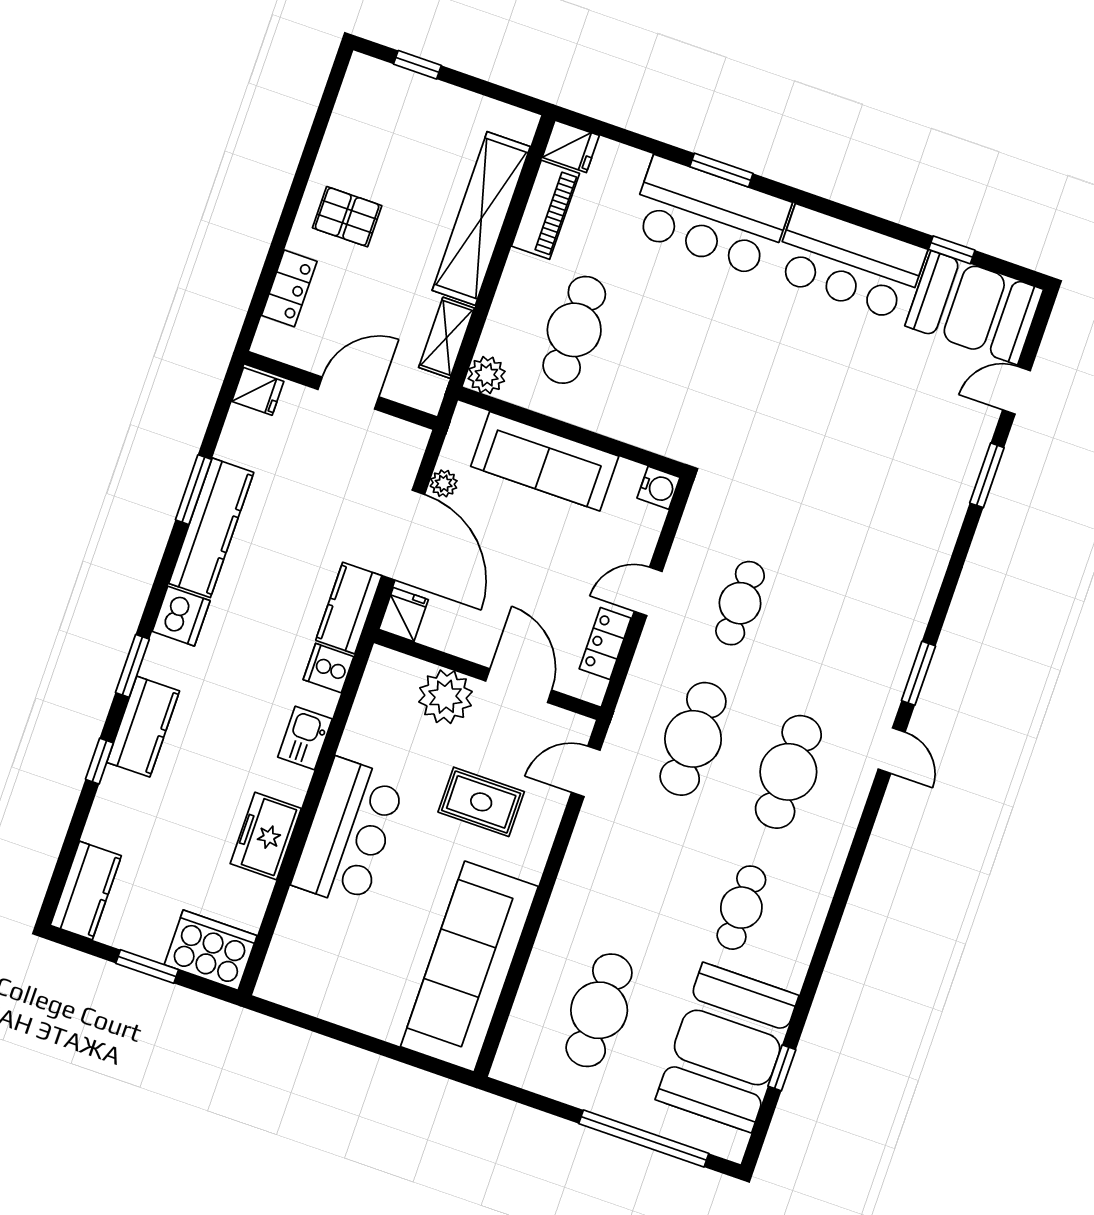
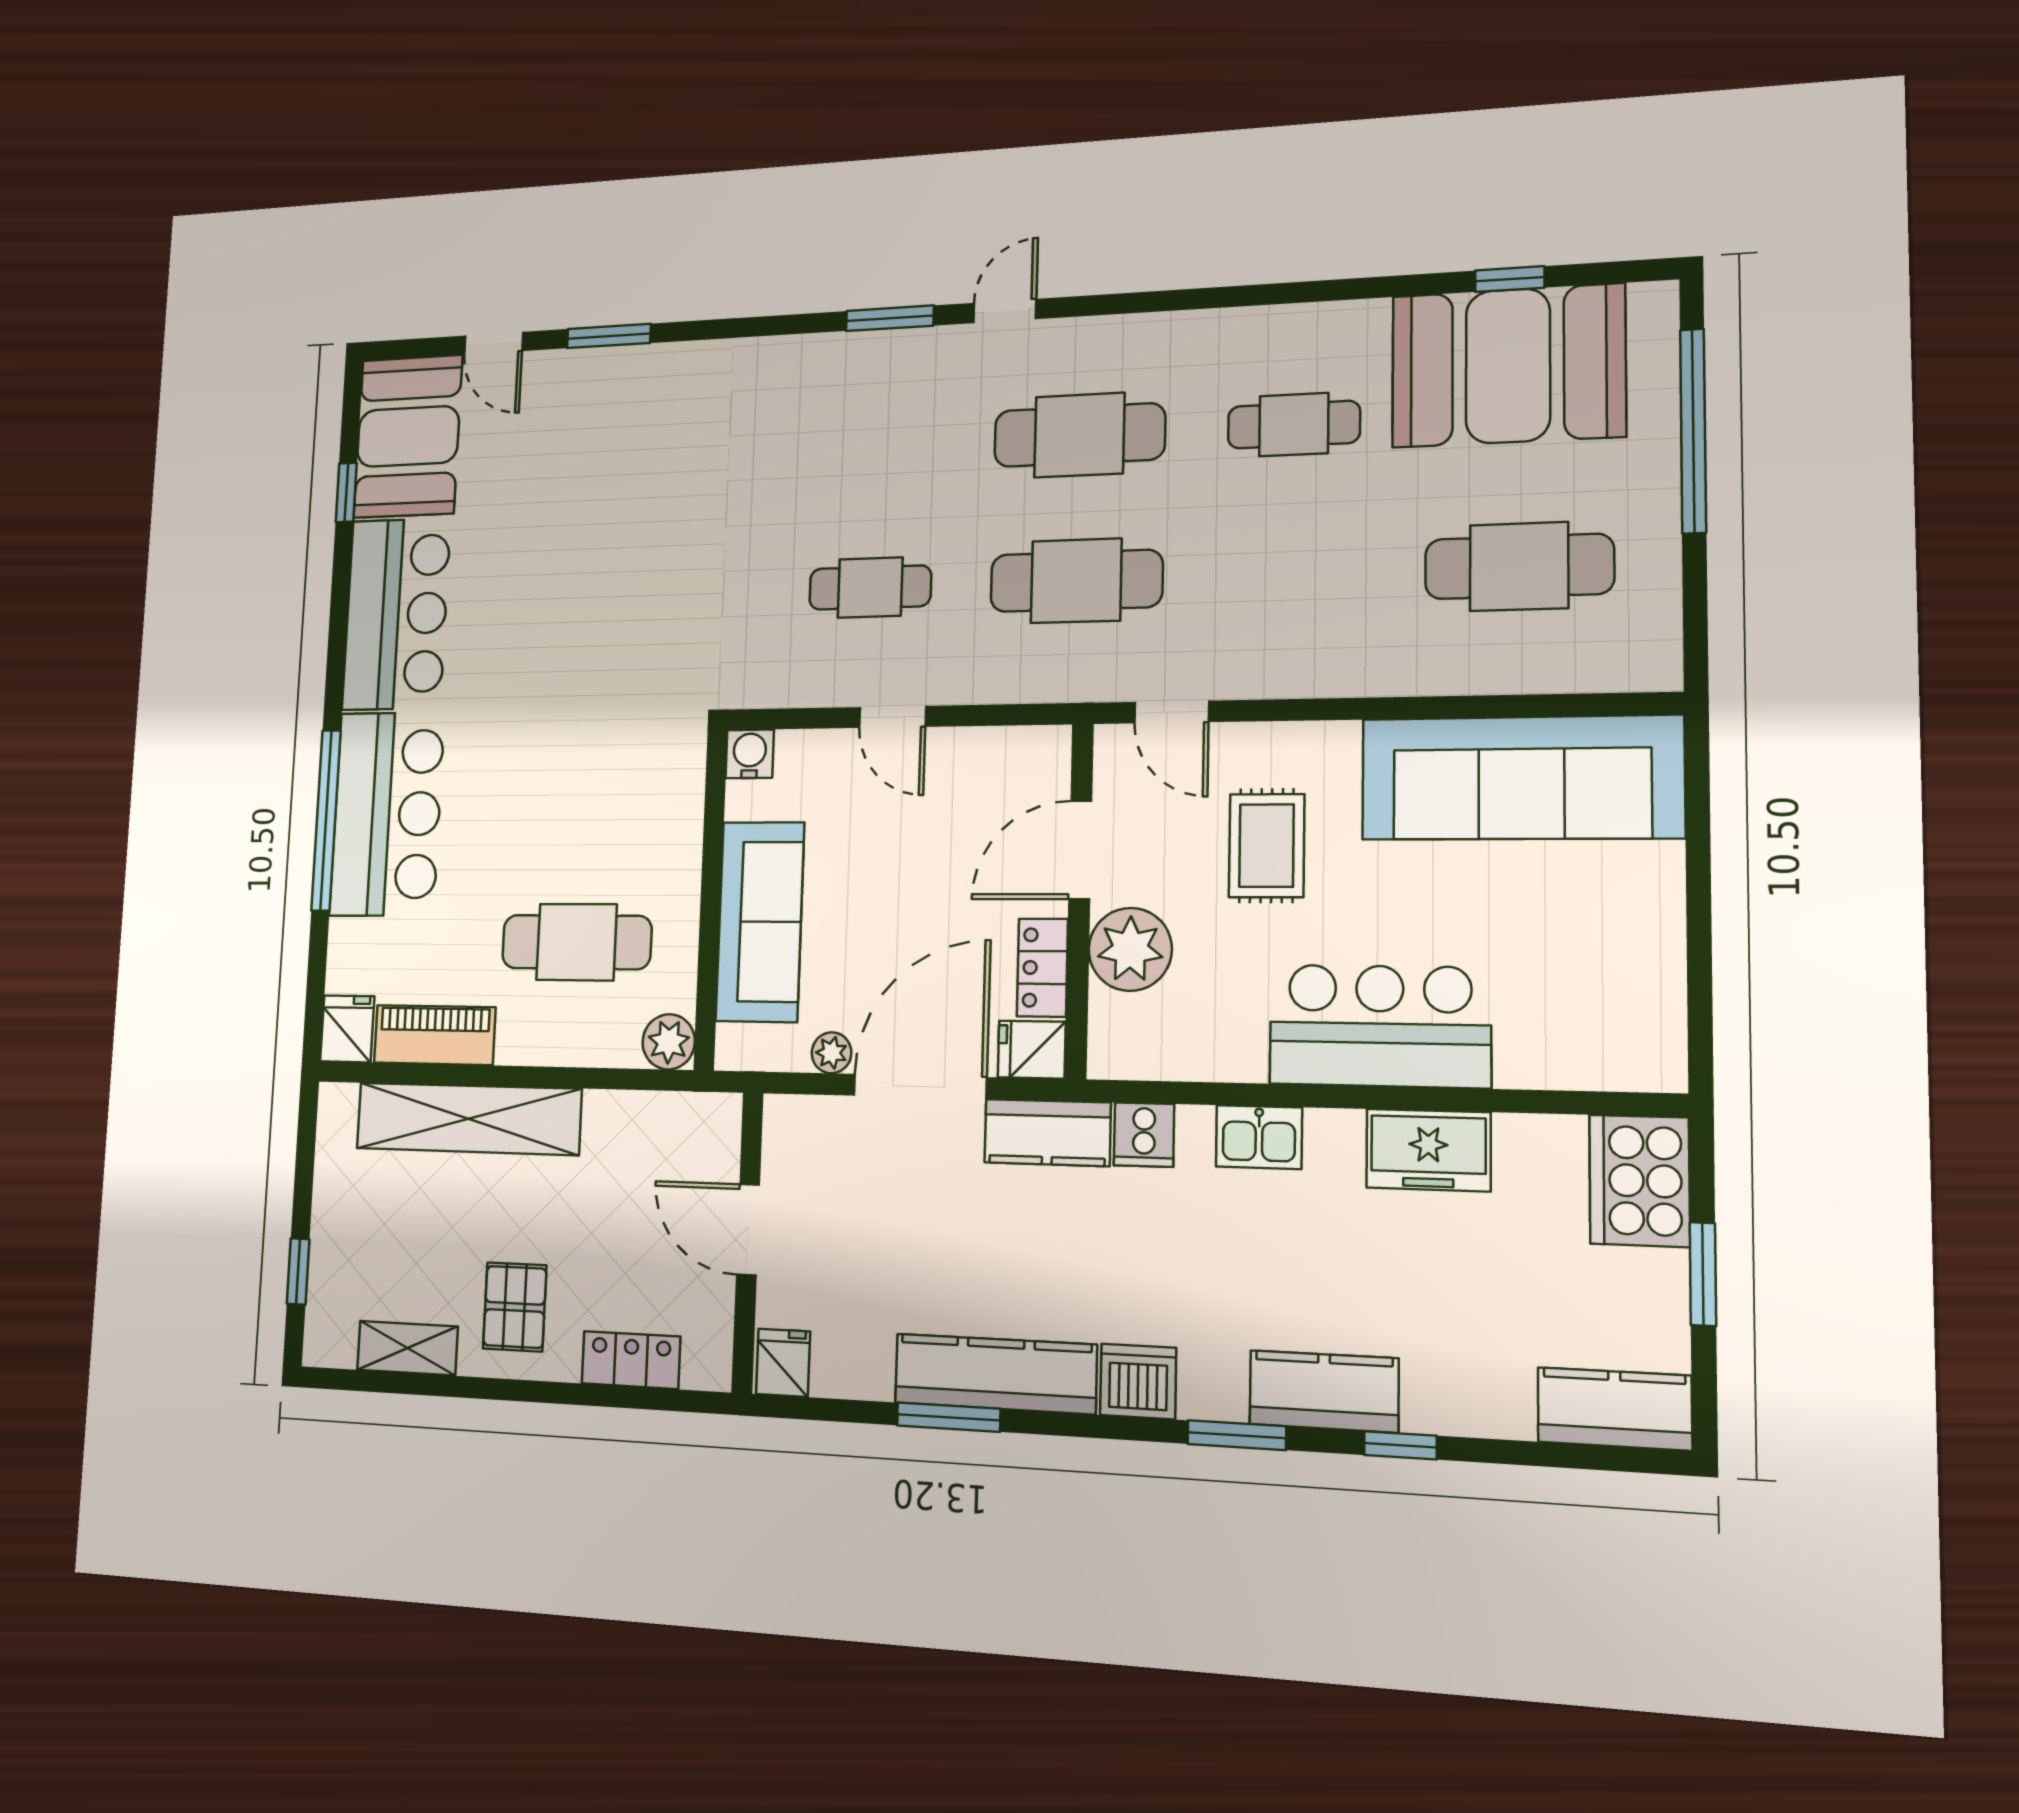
window: (721, 170) -> (326, 820), width x2.11
shelving: (447, 338) -> (407, 1348), moved
locker: (605, 644) -> (1042, 968), moved, turned 90

